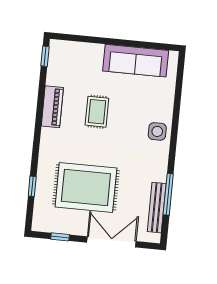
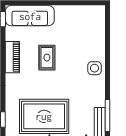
sofa: (136, 61) -> (30, 16), moved

